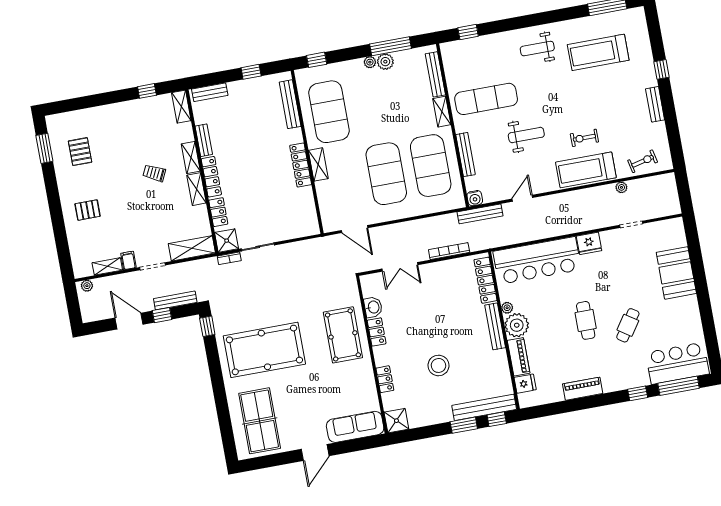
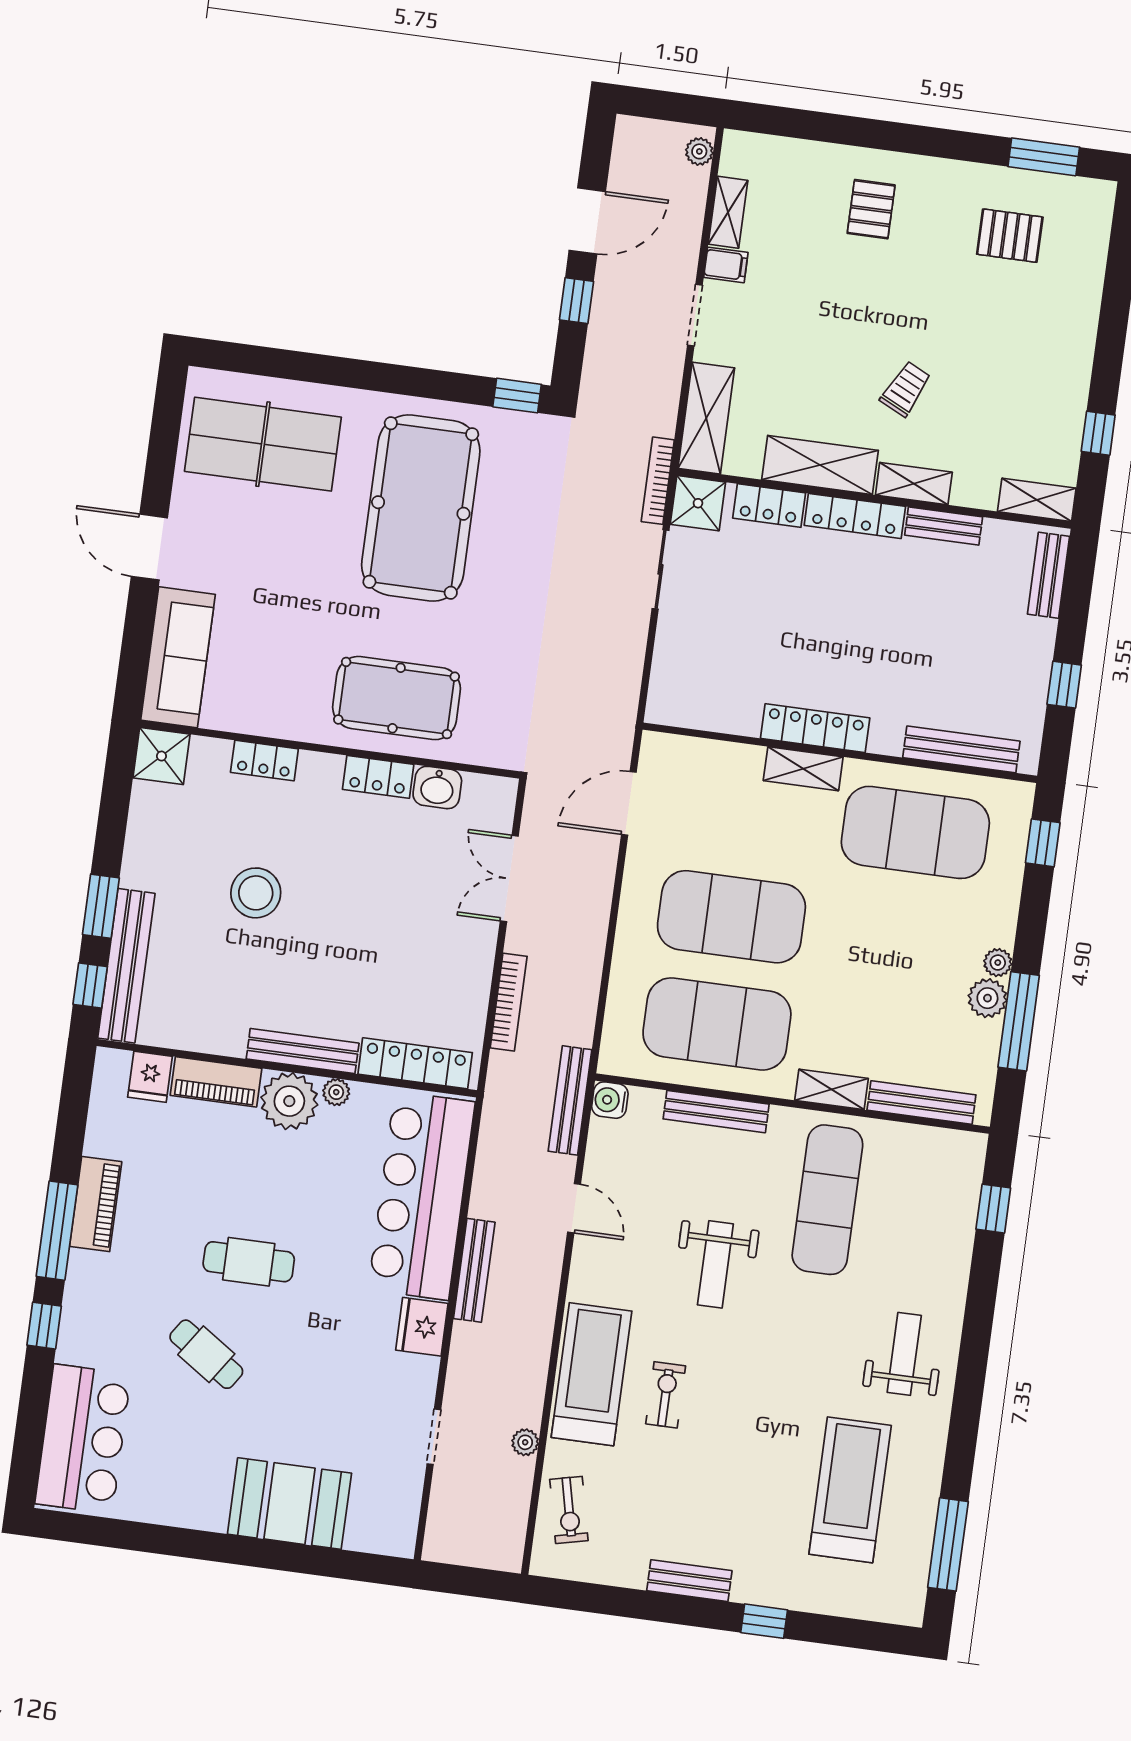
shelving: (196, 189) -> (820, 465), width x1.50, depth x1.33
bookcase: (229, 258) -> (658, 481), width x1.56
bench: (175, 300) -> (474, 1270), moved
window: (679, 386) -> (57, 1231), moved

